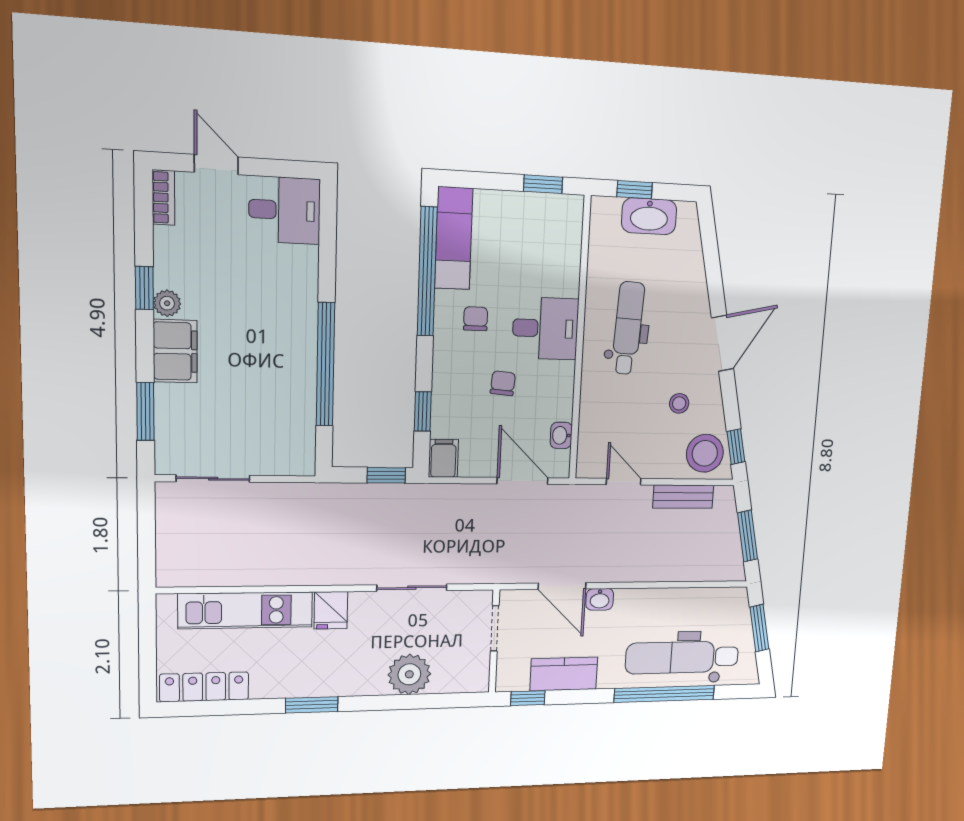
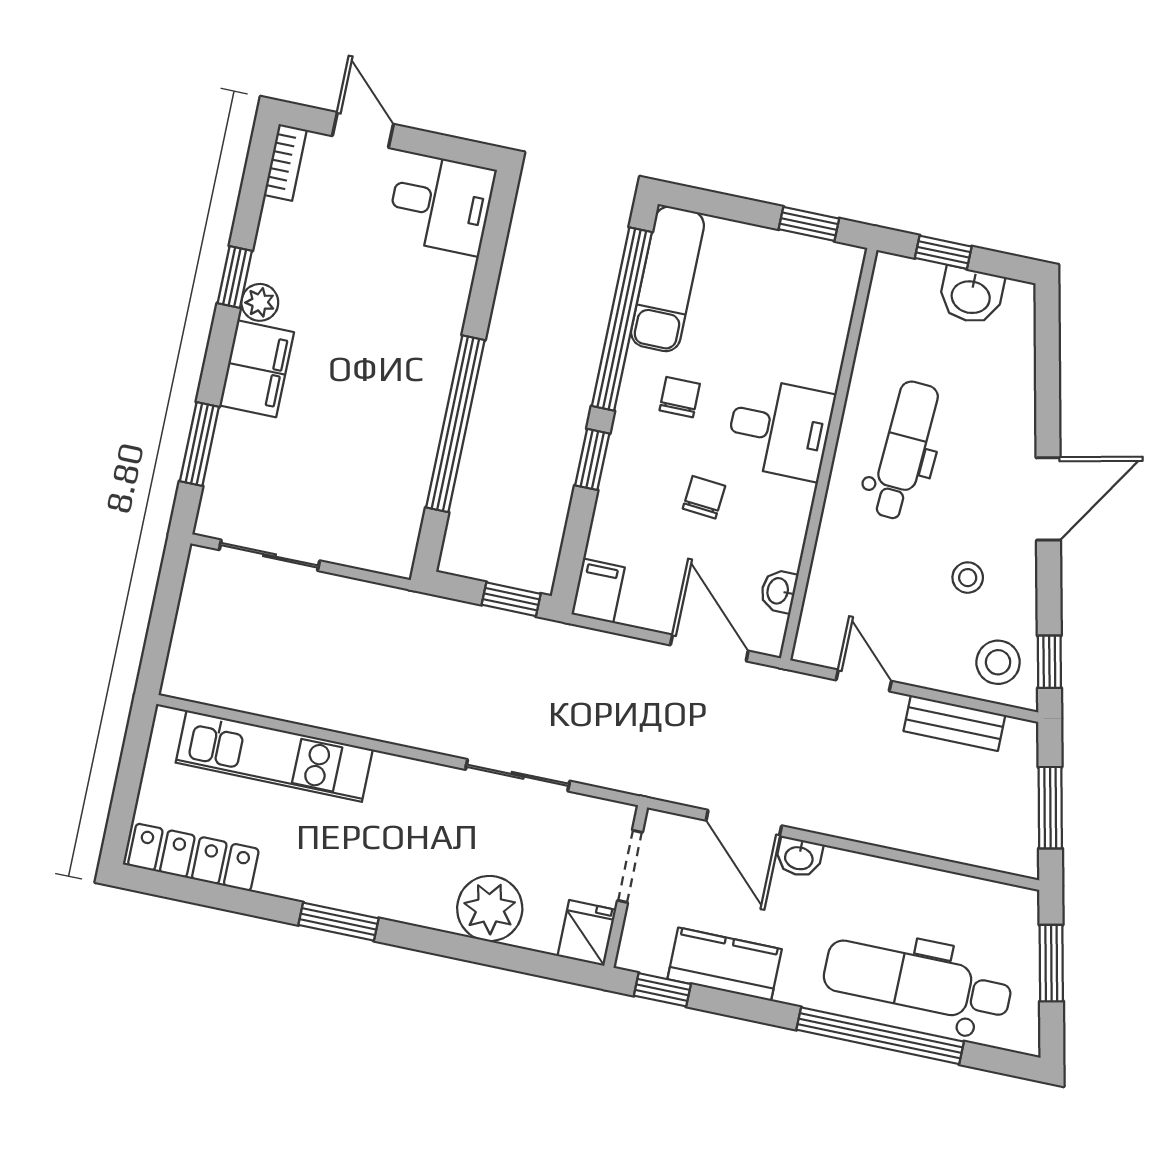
washbasin: (649, 216) -> (971, 296), width x0.72
window: (423, 411) -> (592, 459), moved
stool: (705, 453) -> (998, 662), width x0.73, depth x0.73
fridge: (331, 610) -> (587, 933), moved, turned 180

